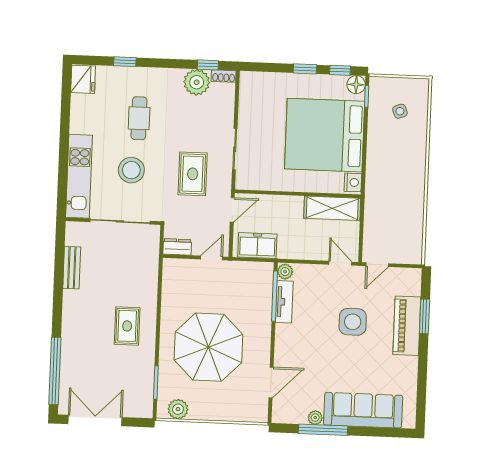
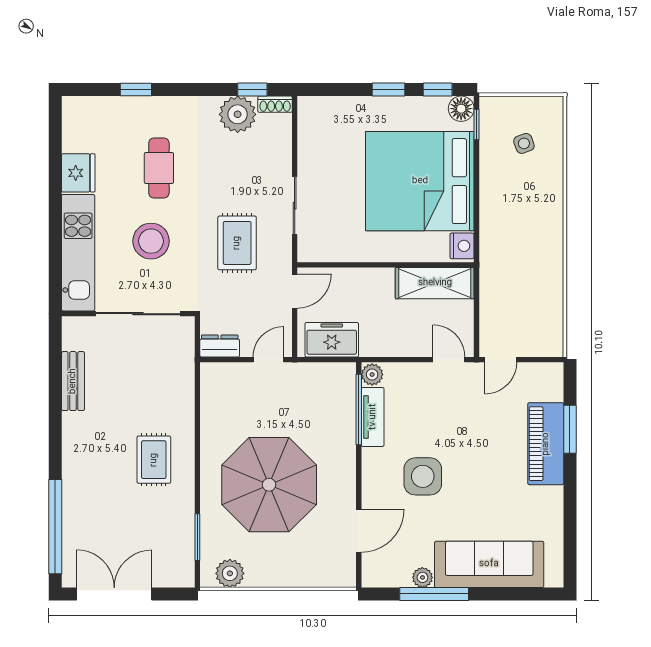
fridge: (83, 79) -> (78, 173), moved
side table: (353, 322) -> (423, 476), moved

